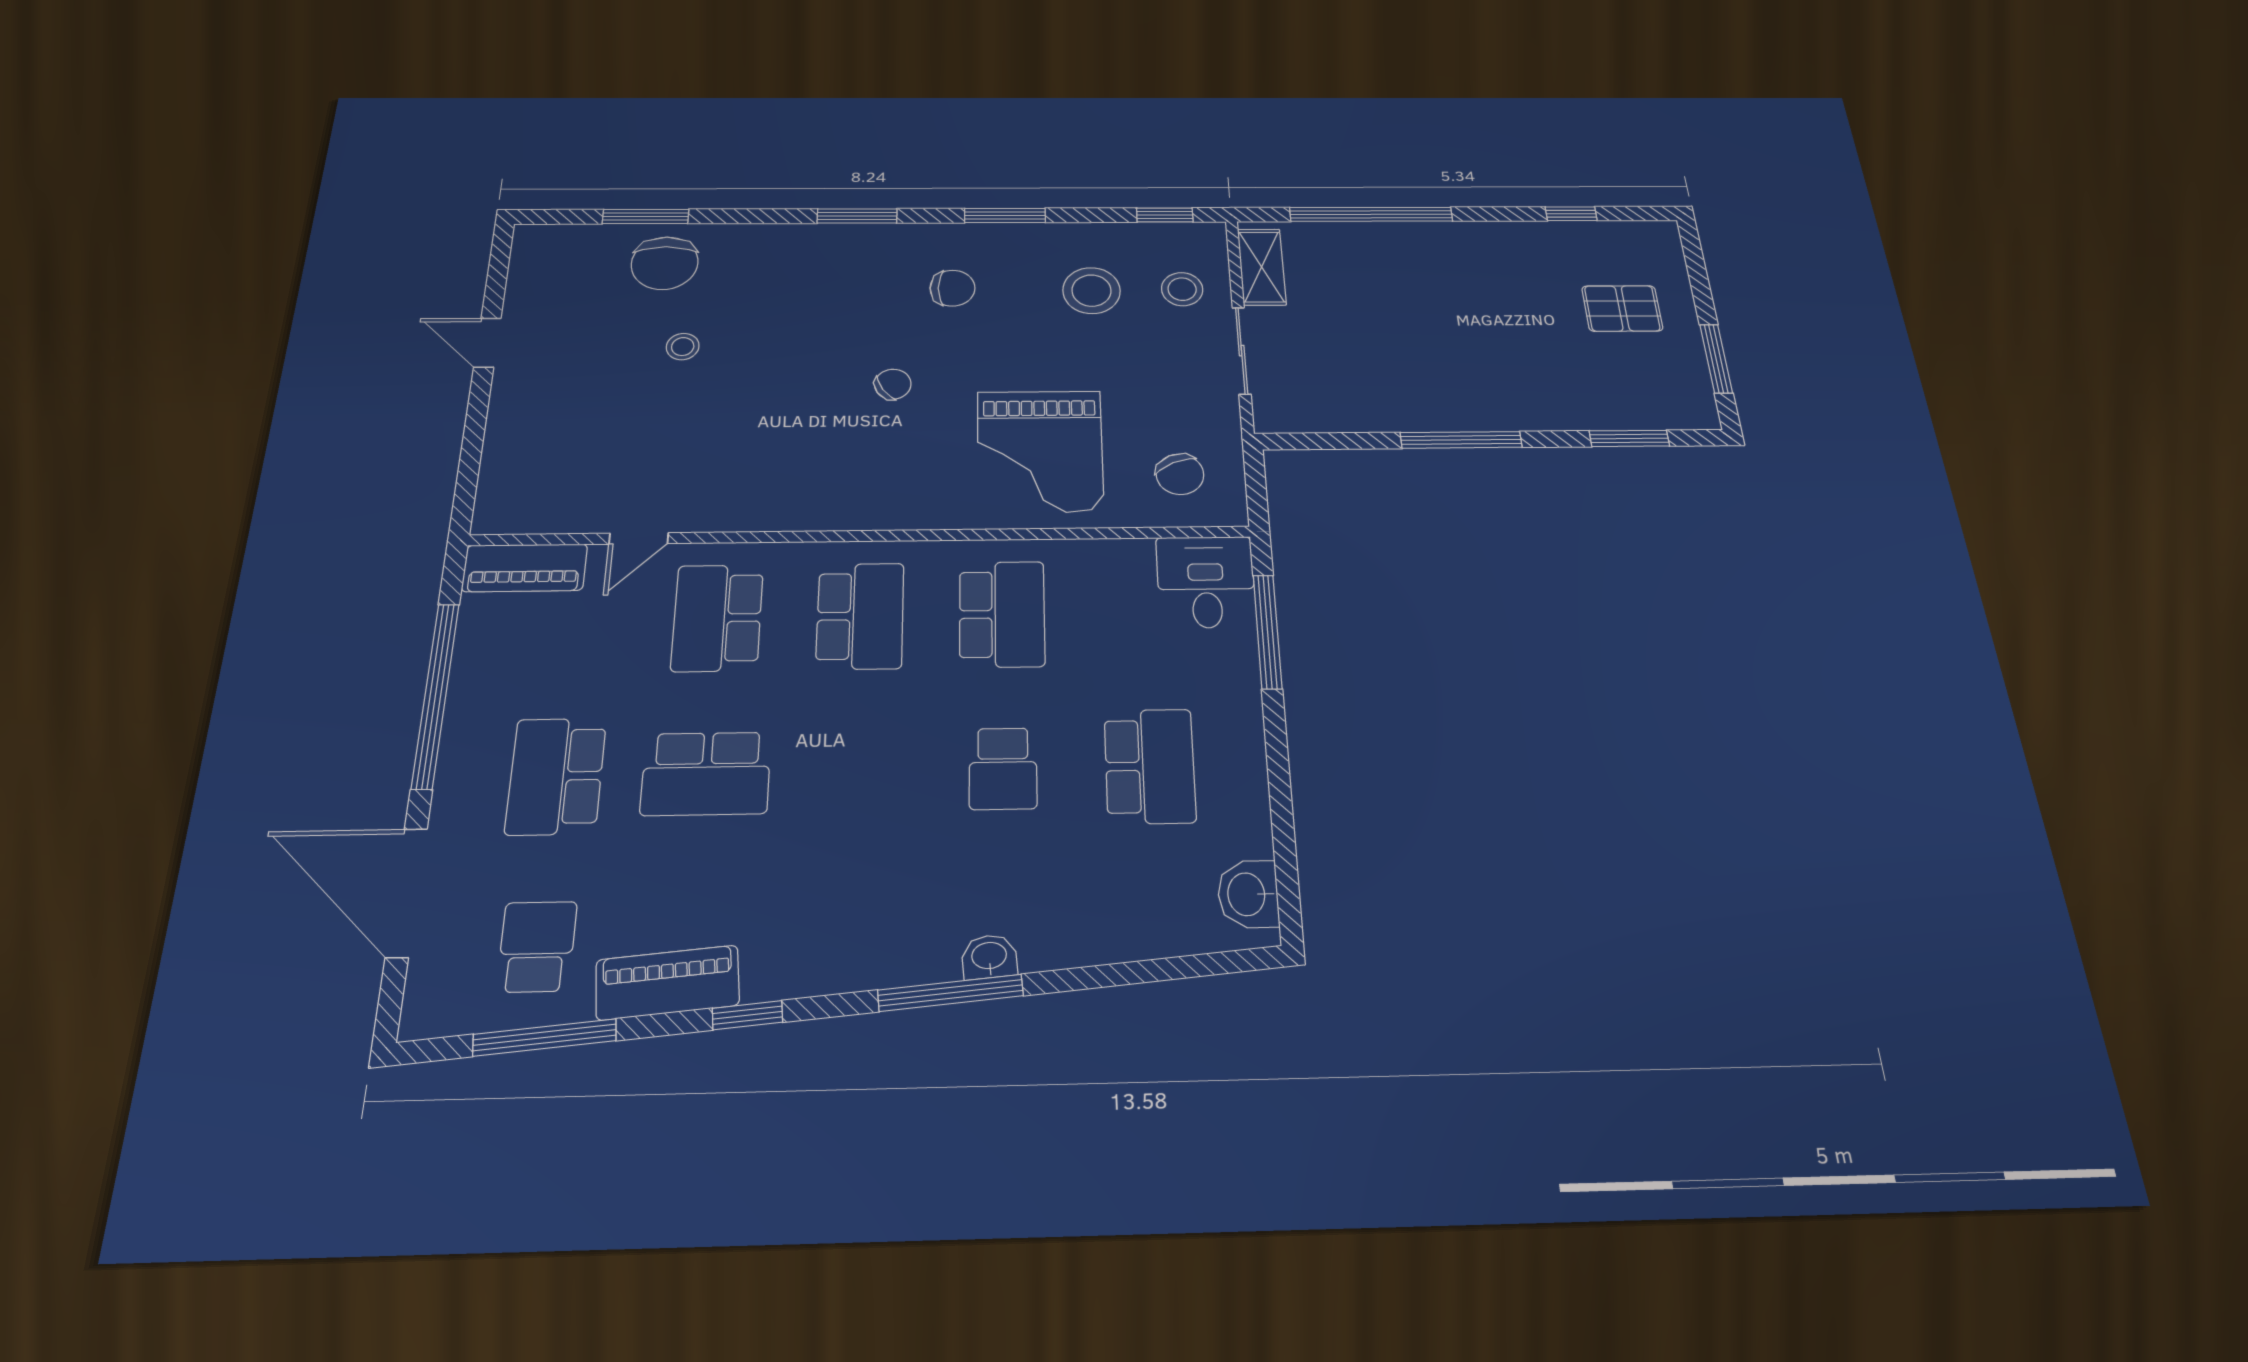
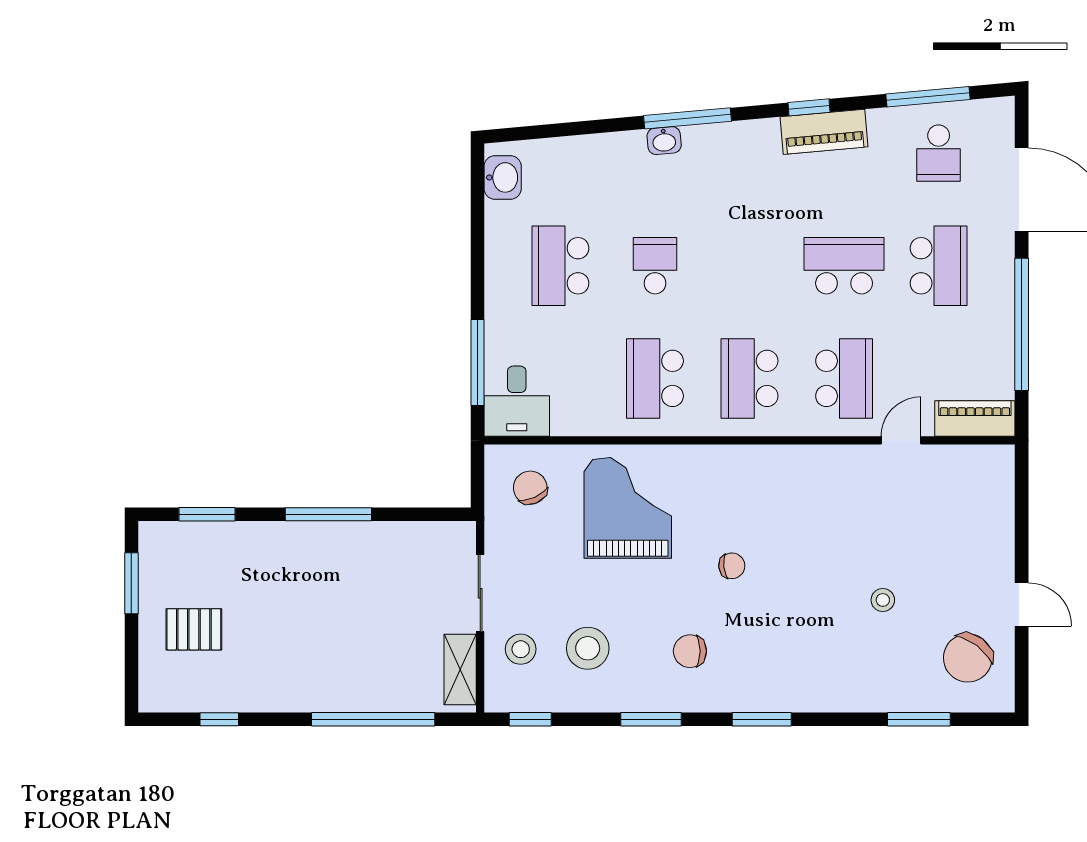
chair: (665, 263) -> (968, 658), moved, turned -143
chair: (893, 384) -> (732, 566), turned -152
piano: (668, 983) -> (824, 132), moved

